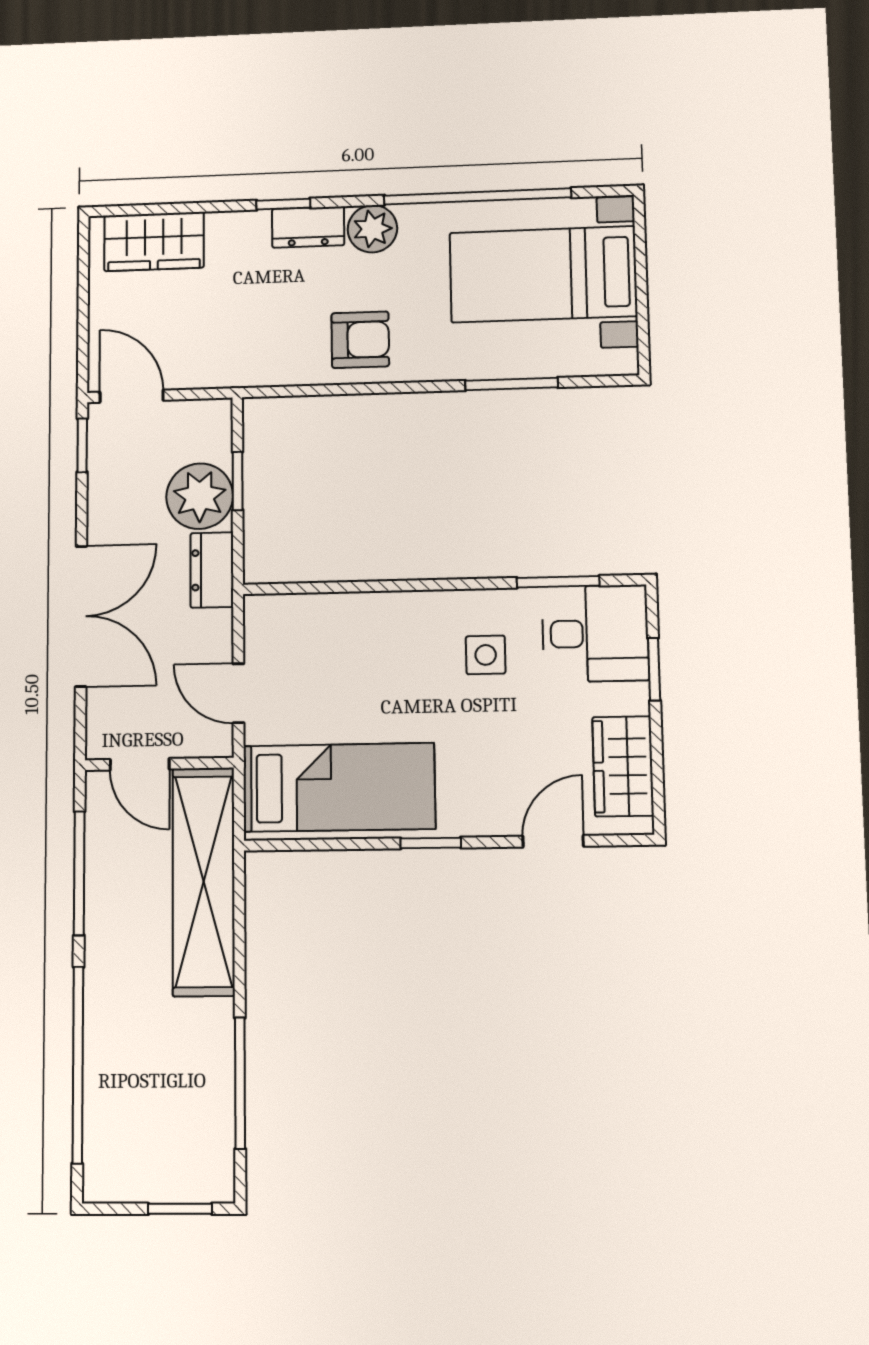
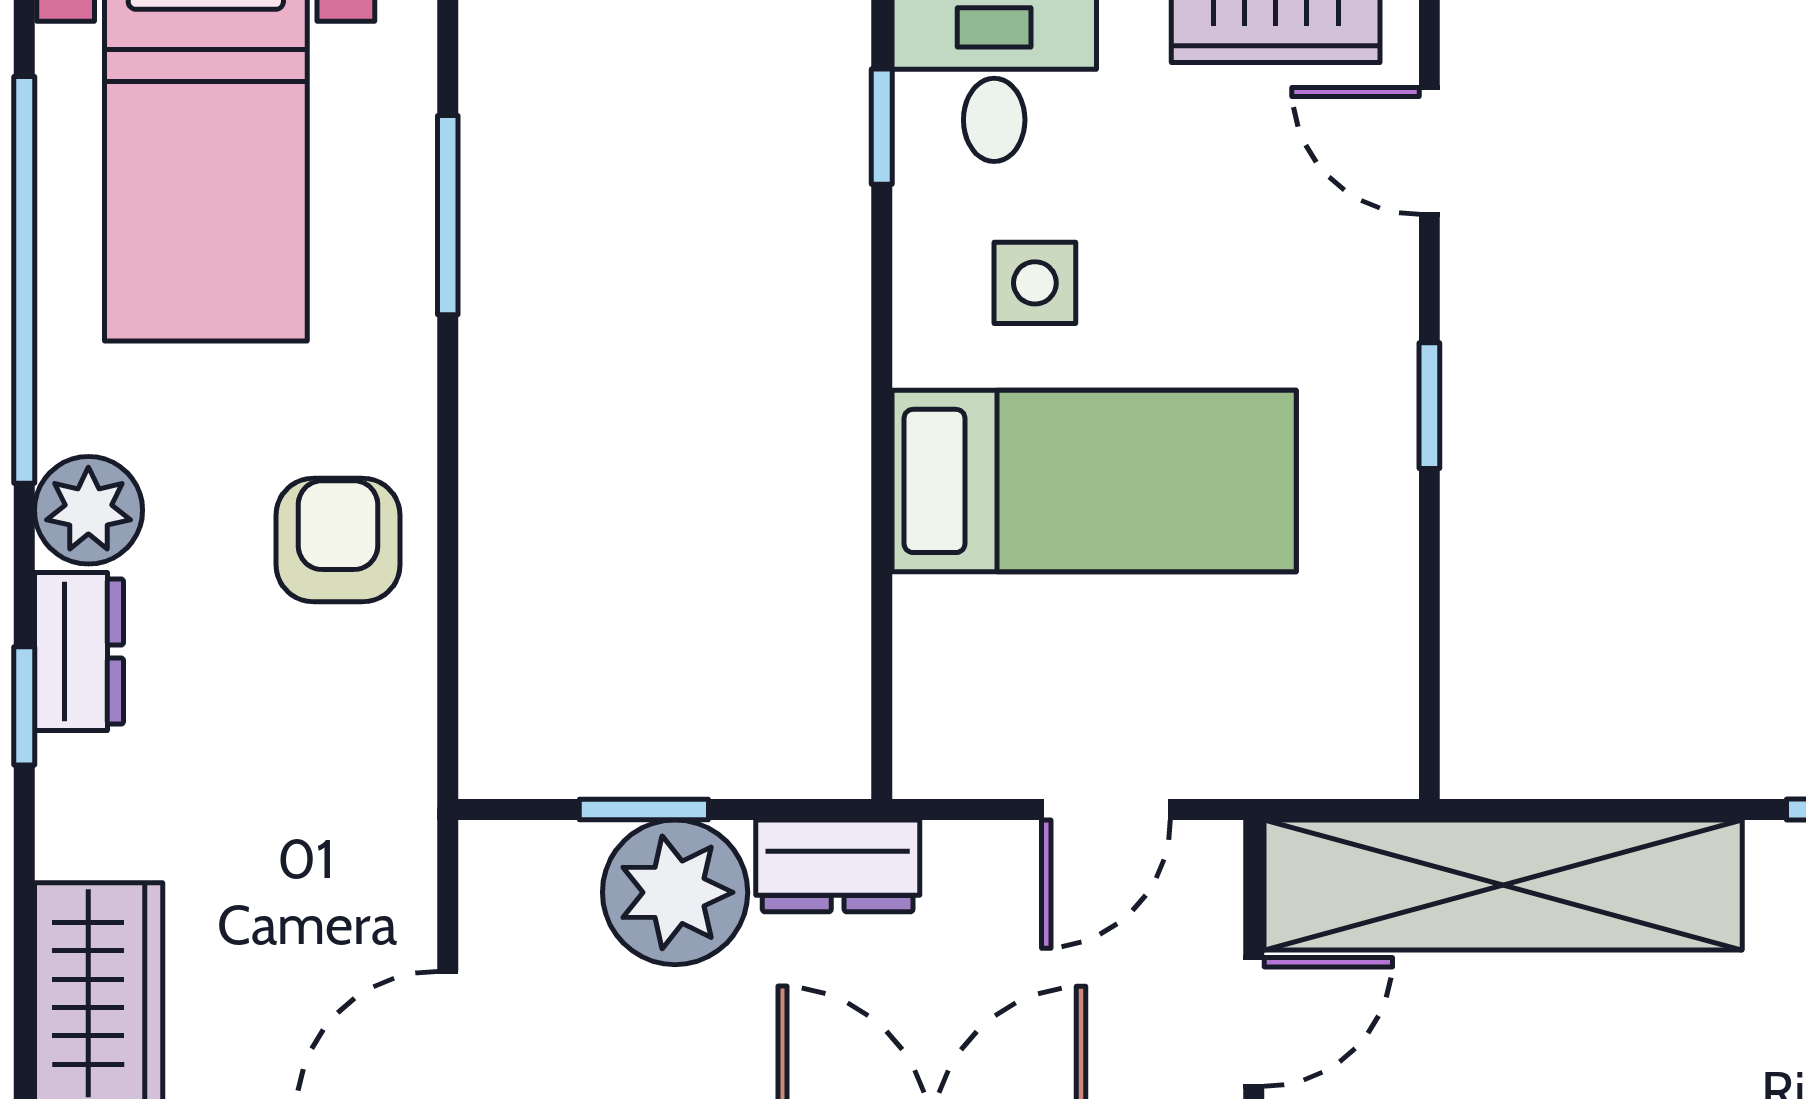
window: (558, 582) -> (882, 127), width x0.67
bed: (339, 787) -> (1094, 481), moved, turned 90

